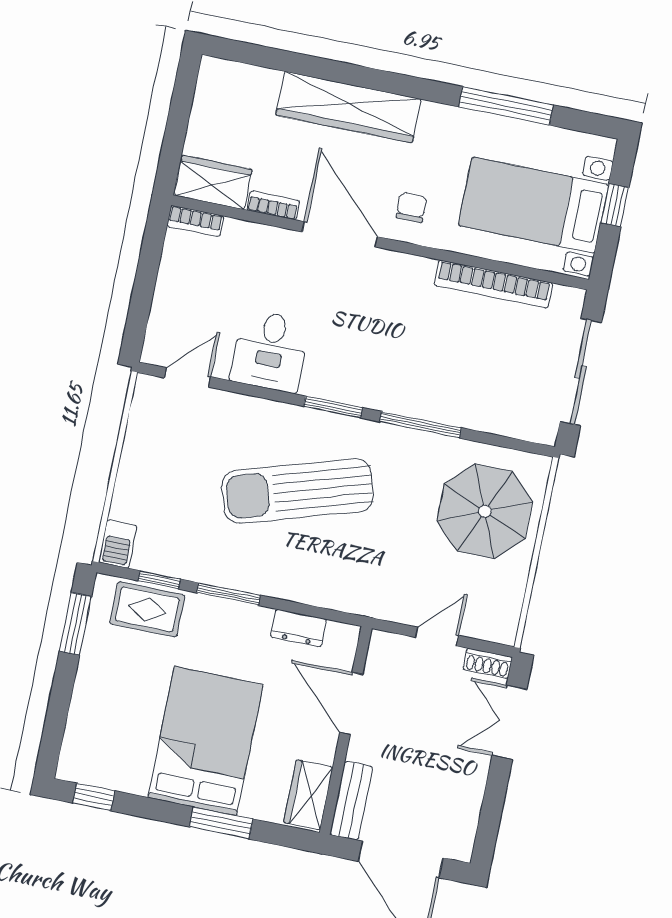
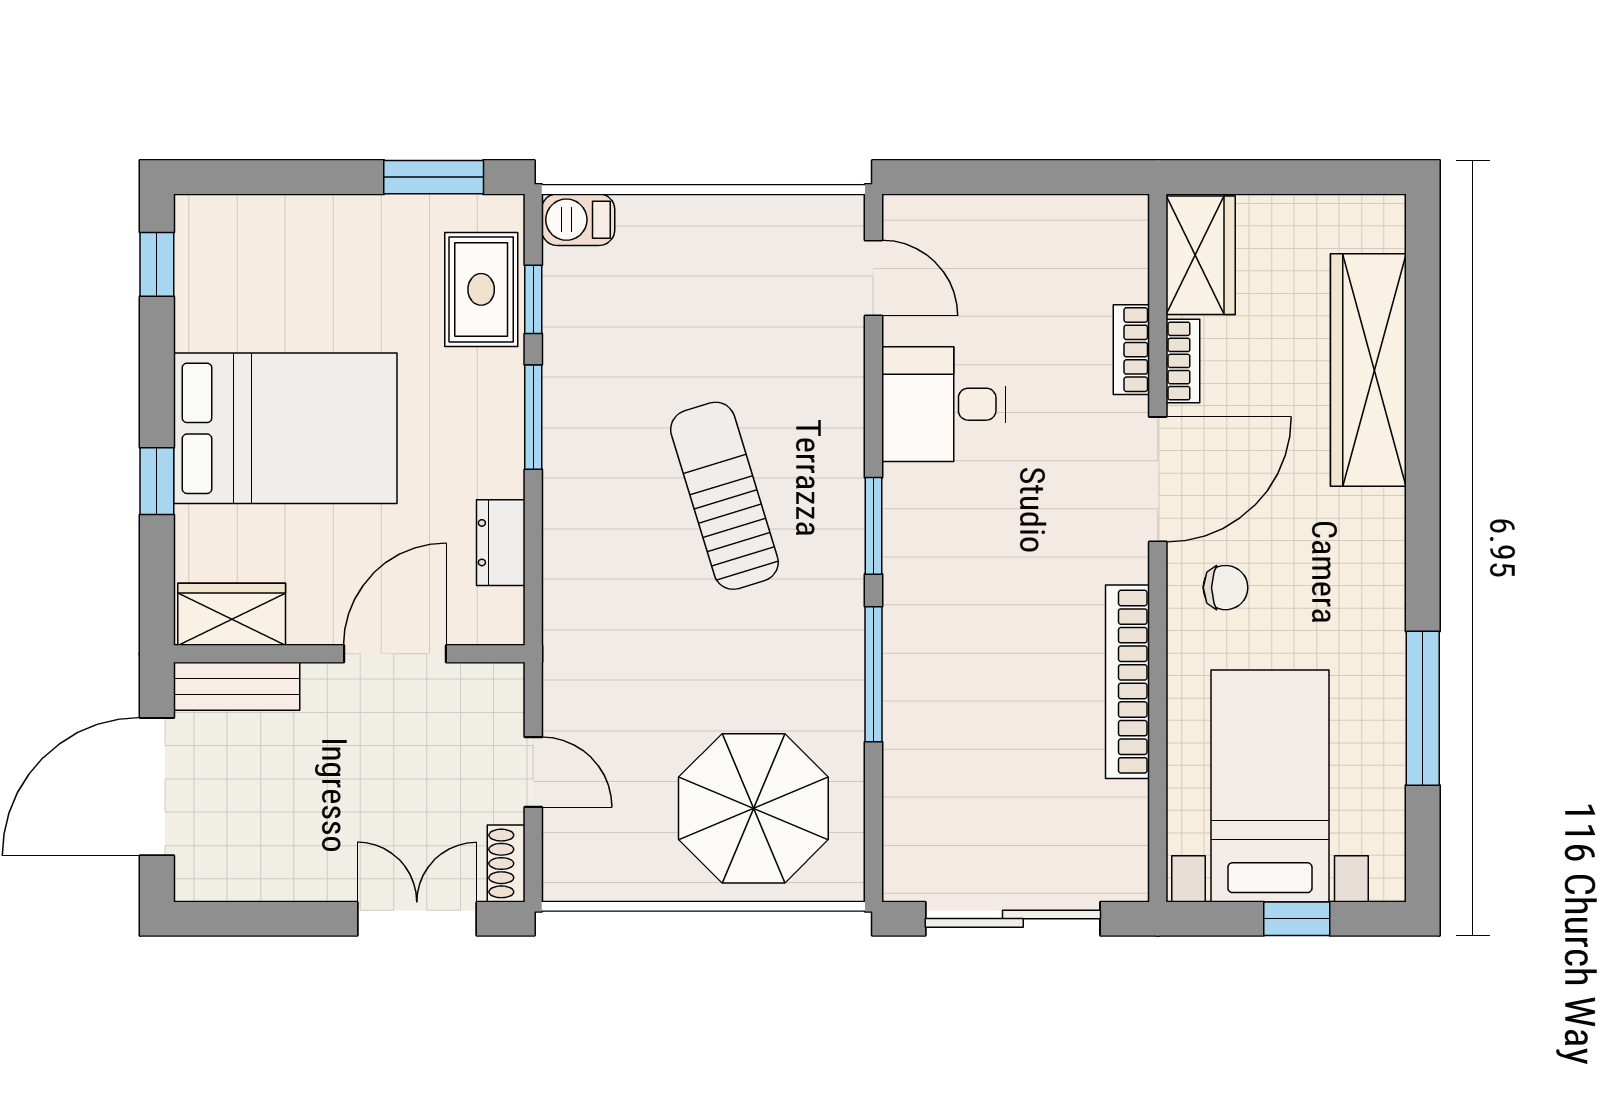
wardrobe: (348, 107) -> (1368, 370), moved
bookcase: (195, 221) -> (1131, 350), moved
bookcase: (493, 284) -> (1127, 682), moved
sun lounger: (298, 491) -> (724, 496), width x0.73, depth x0.75
window: (221, 823) -> (157, 481), width x0.67

